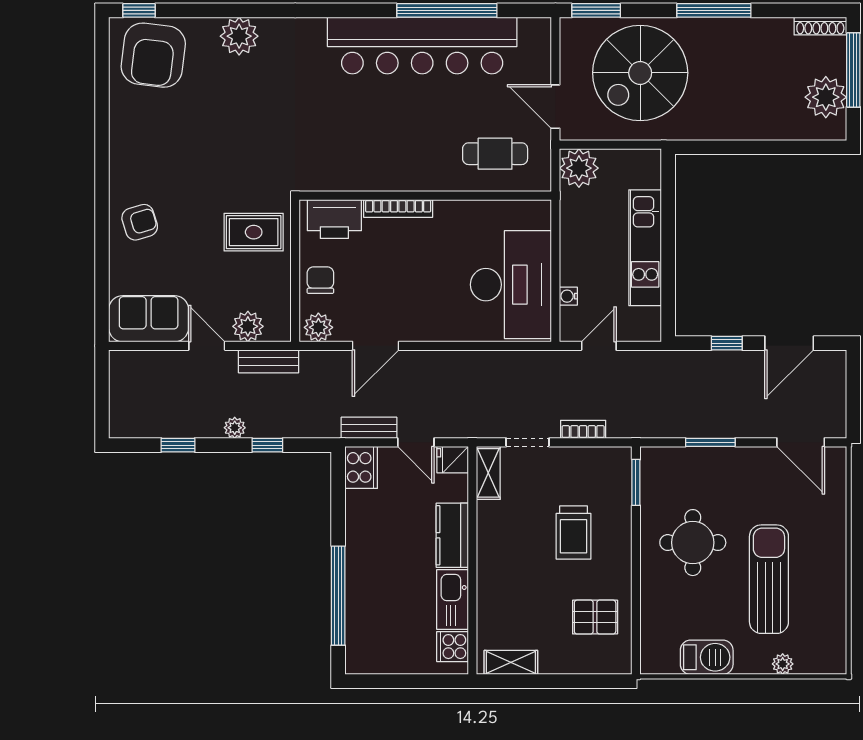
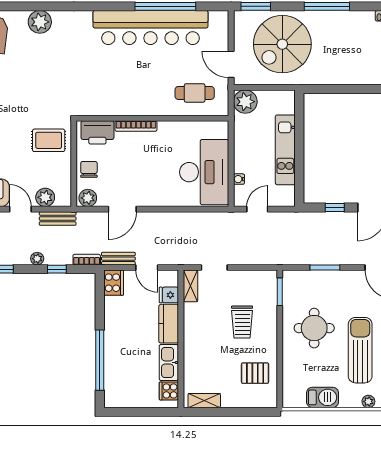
bookcase: (583, 429) -> (87, 260), moved
fridge: (453, 460) -> (169, 295), moved

